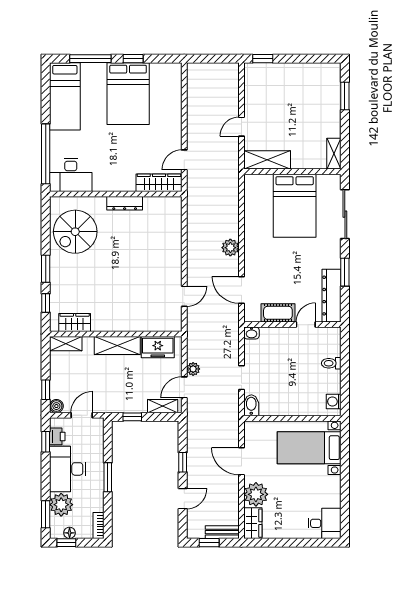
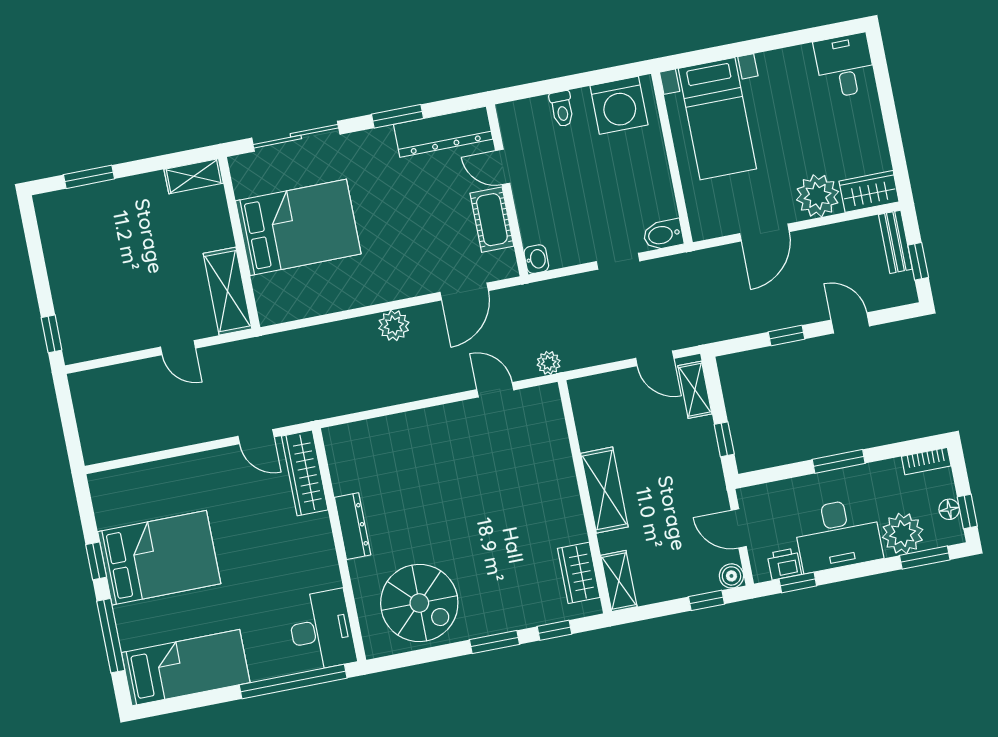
freezer: (158, 347) -> (593, 419), removed
plant: (193, 369) -> (549, 363), moved
washing machine: (334, 402) -> (619, 105), width x1.89, depth x1.89

